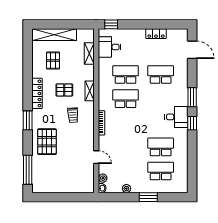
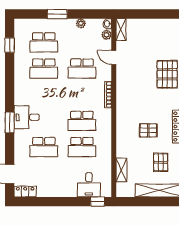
locker: (156, 34) -> (25, 192), moved
desk: (110, 47) -> (89, 185), moved, turned 90
shelving: (90, 91) -> (121, 29), moved
trolley: (73, 115) -> (139, 103), removed
desk: (176, 117) -> (27, 117), moved
window: (192, 123) -> (10, 45), moved
school desk: (126, 147) -> (82, 69), added

